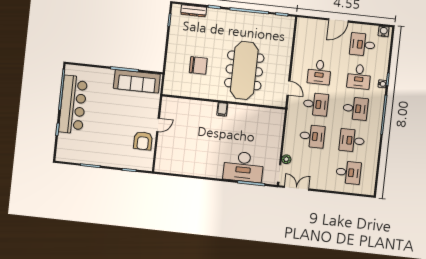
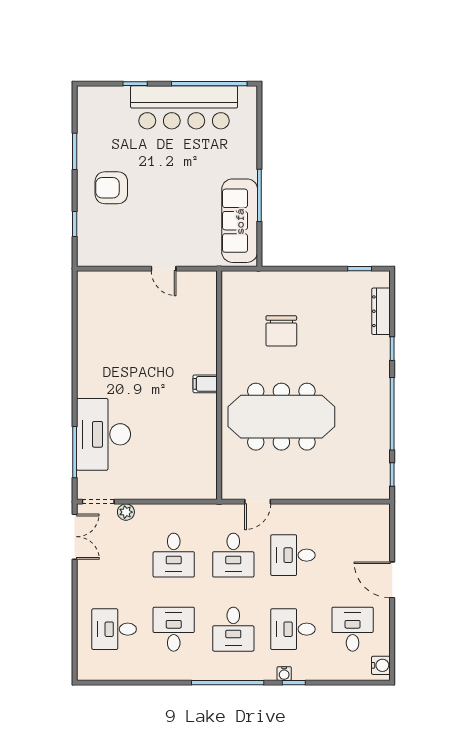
armchair: (143, 141) -> (111, 188), moved
desk: (348, 172) -> (114, 629), turned 90

